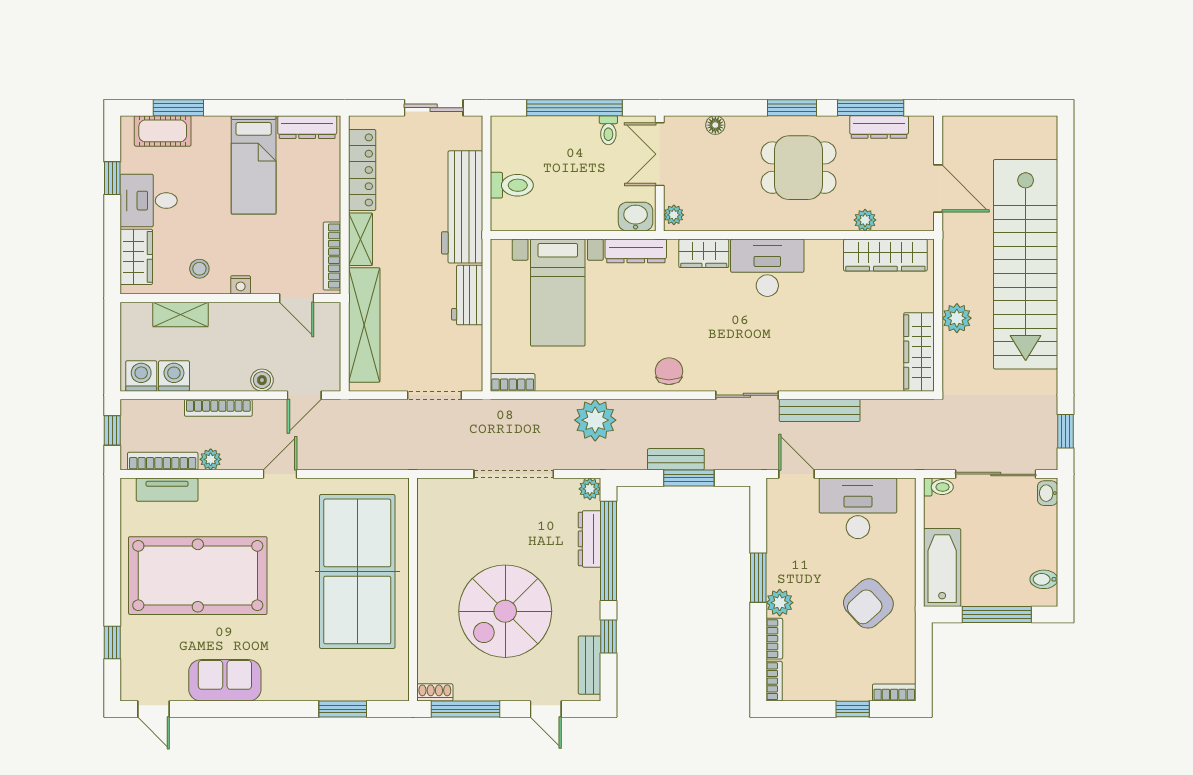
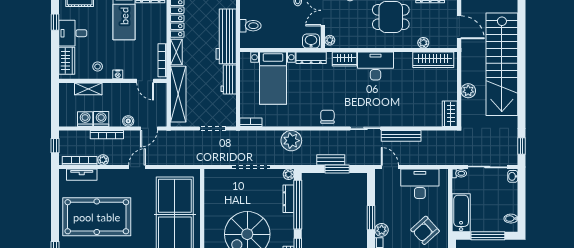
wardrobe: (919, 352) -> (450, 114), width x0.67
washing machine: (141, 376) -> (101, 119), moved

